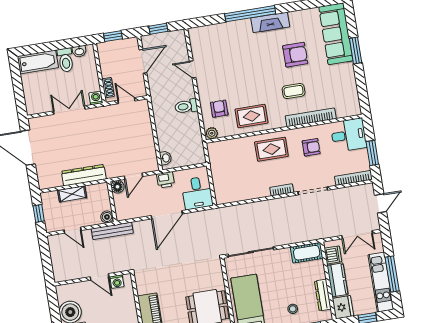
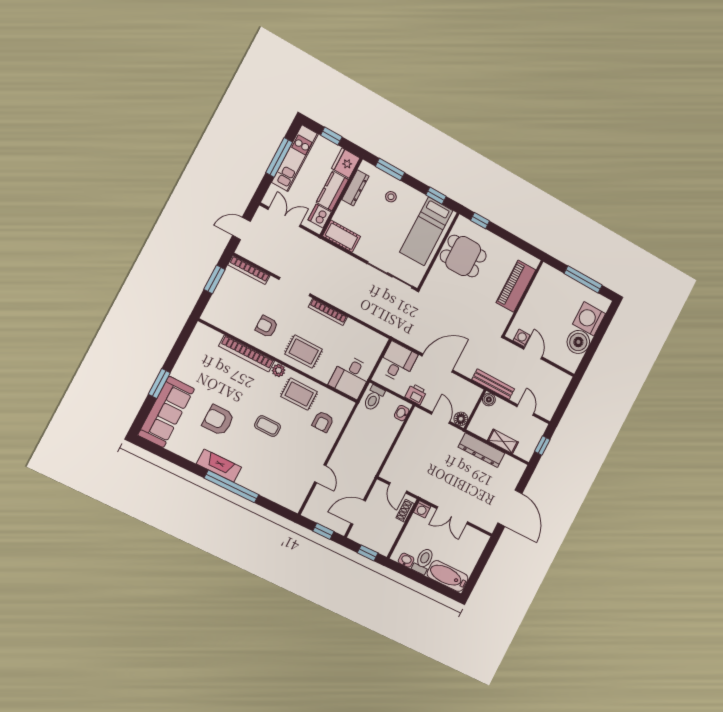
coffee table: (294, 91) -> (268, 426), moved
toilet: (186, 106) -> (374, 398), moved, turned 90
plant: (212, 133) -> (279, 370), moved
desk: (349, 135) -> (351, 376), moved, turned -90
door: (133, 176) -> (441, 418), hinge flipped
bookcase: (282, 190) -> (328, 312), width x1.56

